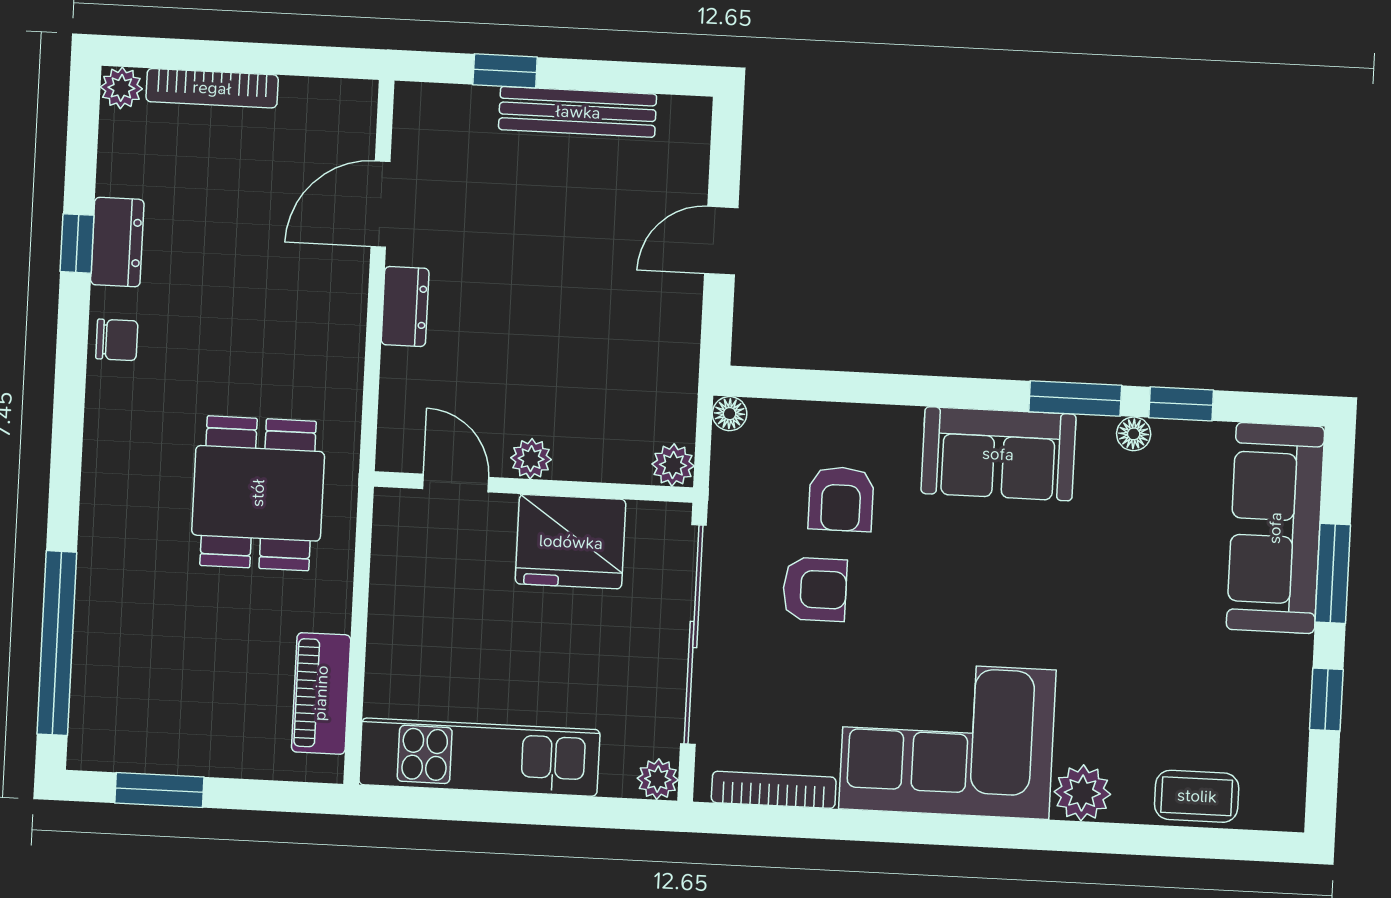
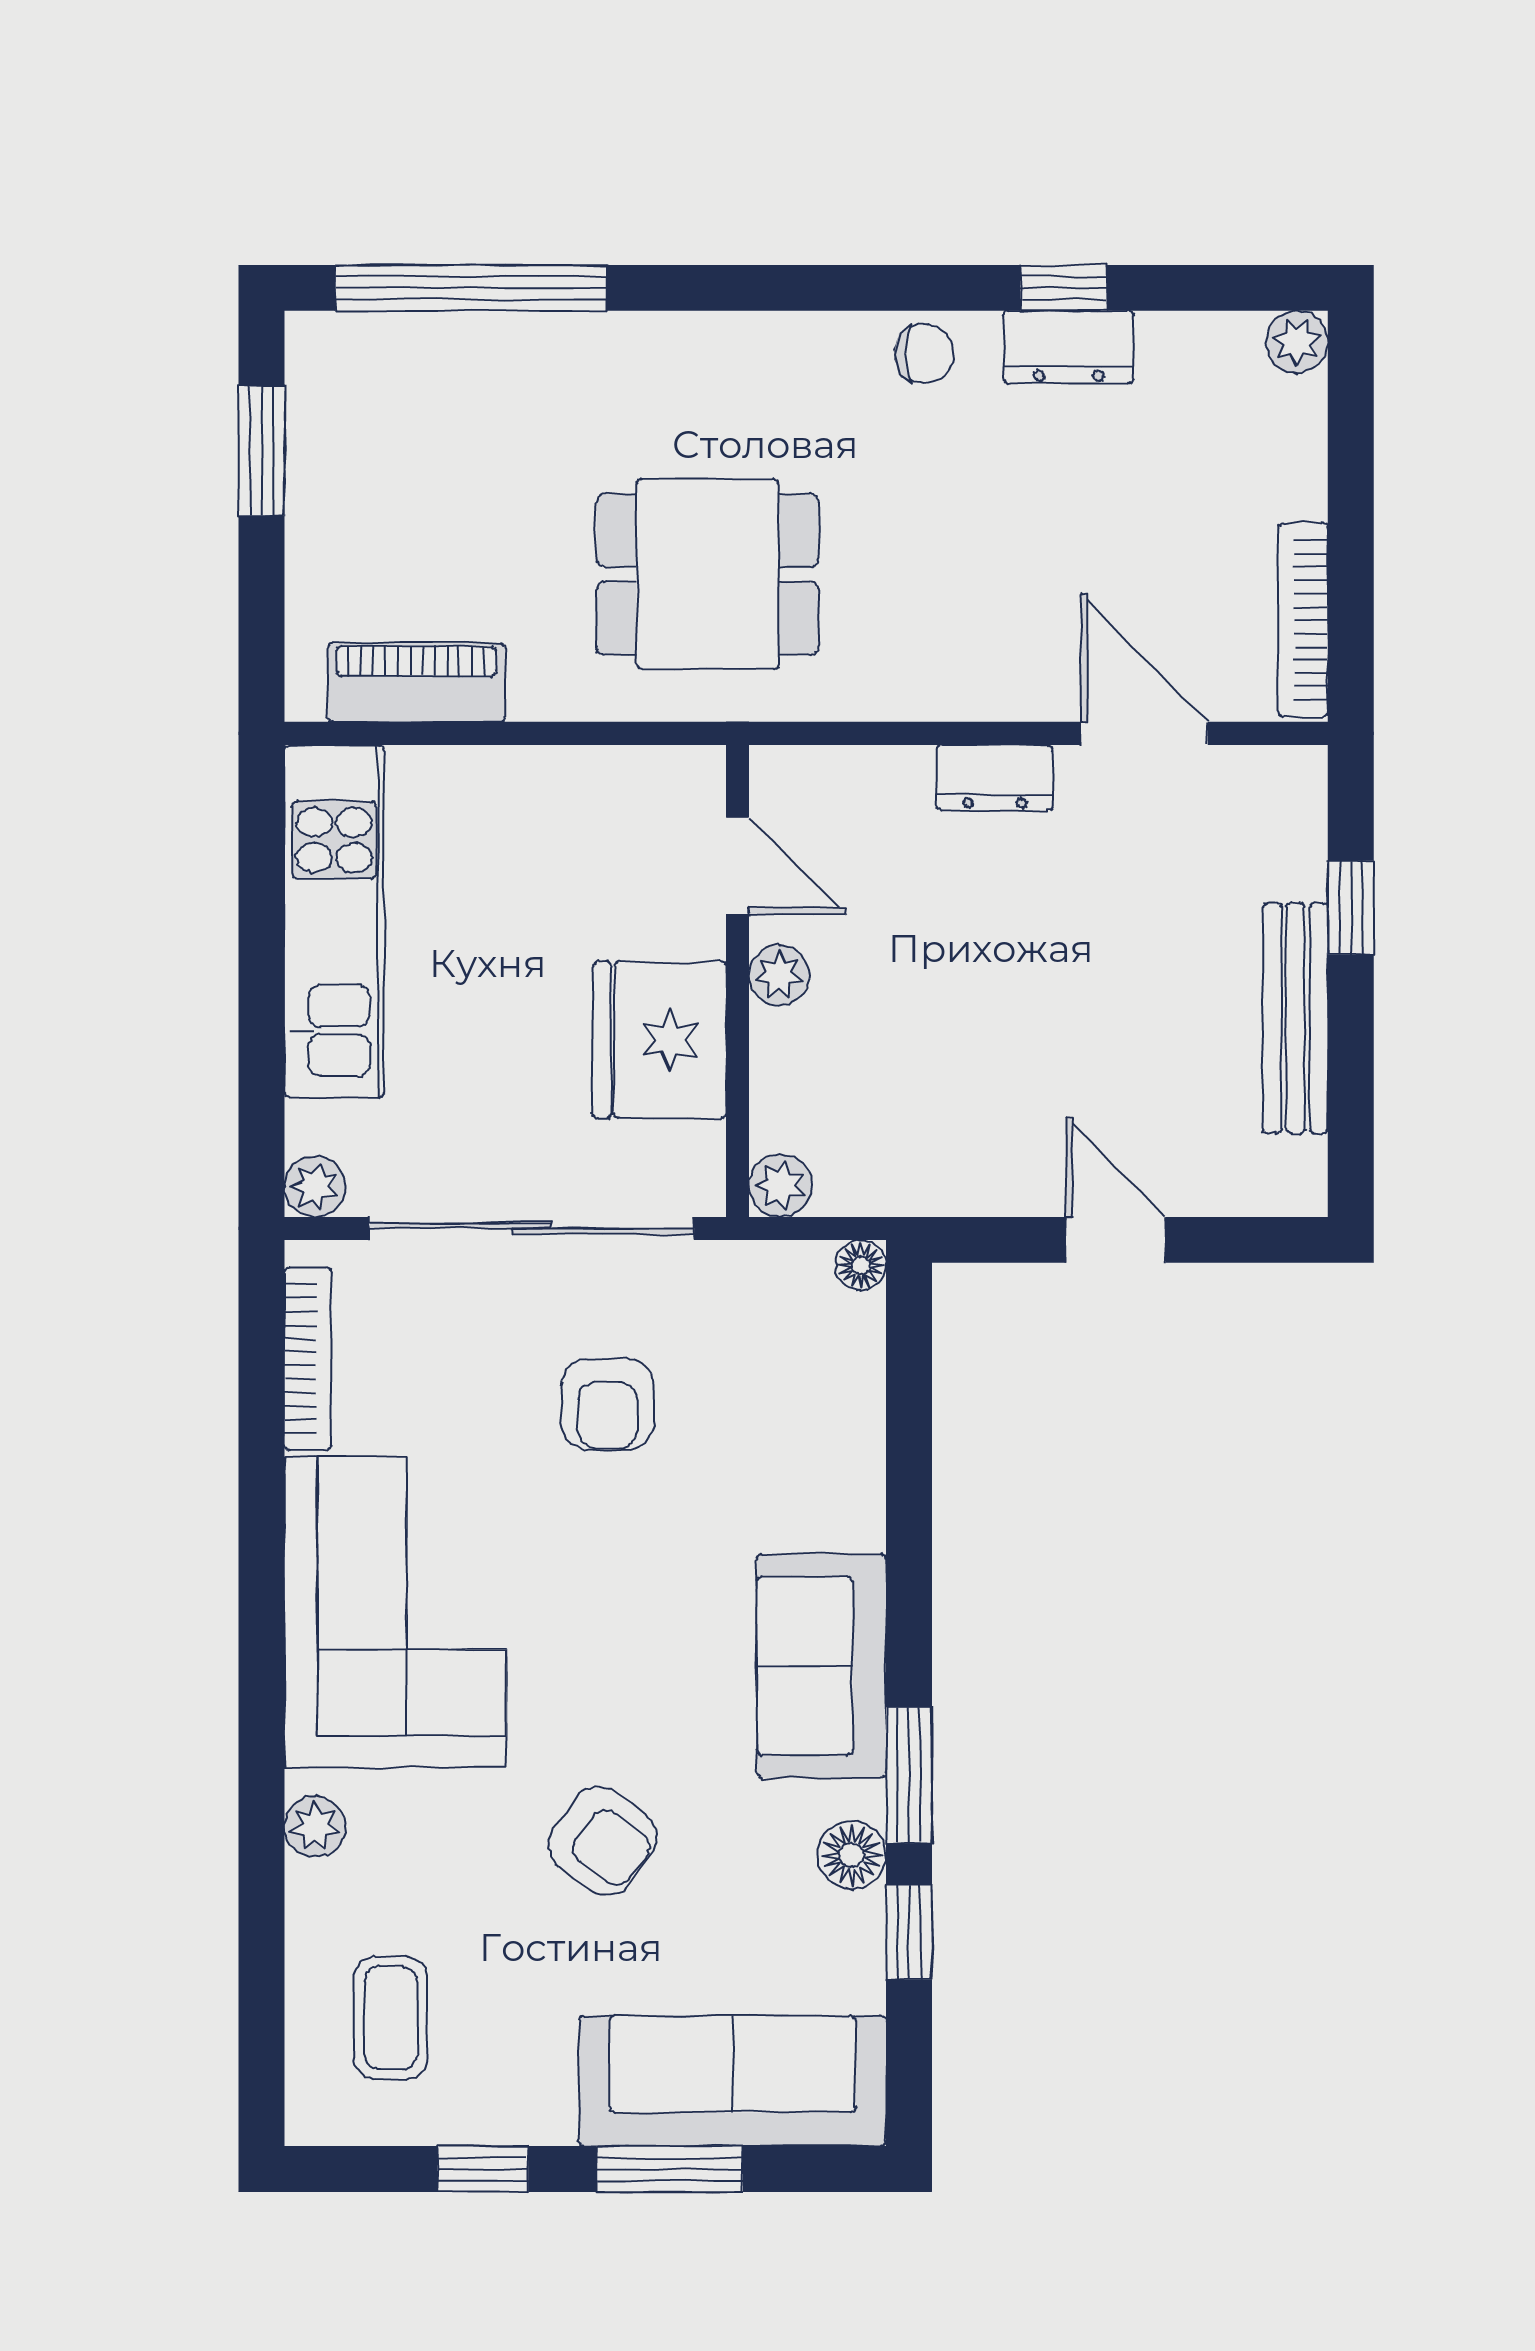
bookcase: (212, 88) -> (1303, 620), moved
chair: (117, 340) -> (924, 354), turned -90
floor lamp: (1134, 434) -> (852, 1855), width x1.37, depth x1.37
door: (456, 483) -> (738, 866), hinge flipped
armchair: (841, 499) -> (602, 1841), moved, turned -143
plant: (1082, 793) -> (315, 1827), width x0.73, depth x0.73
coffee table: (1197, 796) -> (391, 2018), moved

